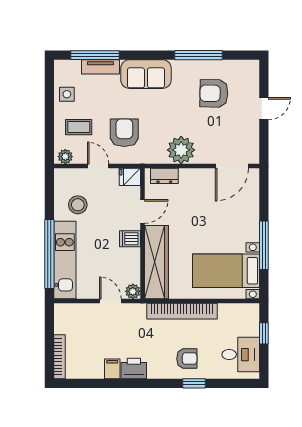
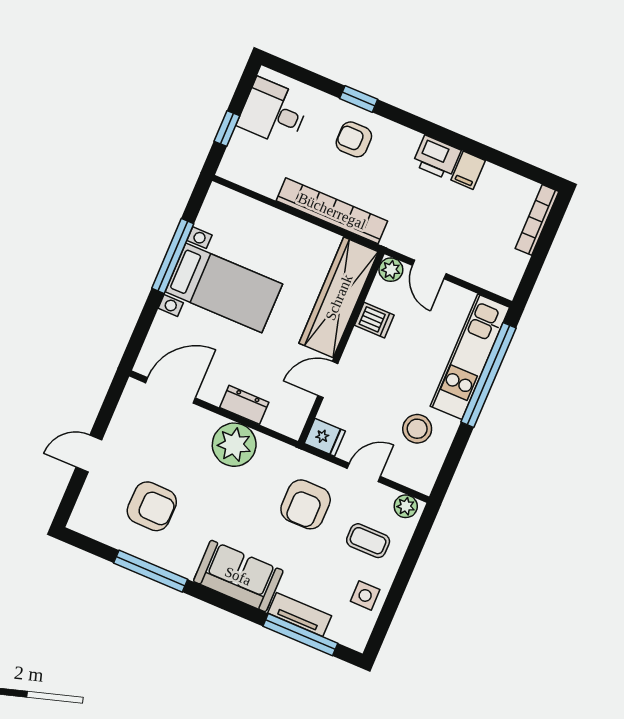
door: (98, 166) -> (364, 472), swing flipped
dresser: (164, 176) -> (244, 405), moved
dishwasher: (130, 239) -> (374, 320), moved
bed with nightstands: (226, 271) -> (224, 288), moved

